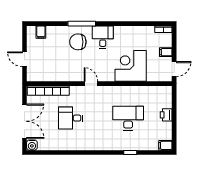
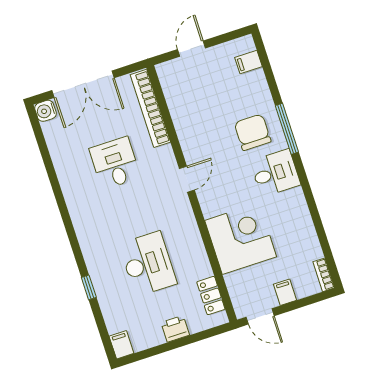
locker: (155, 91) -> (211, 296), added

